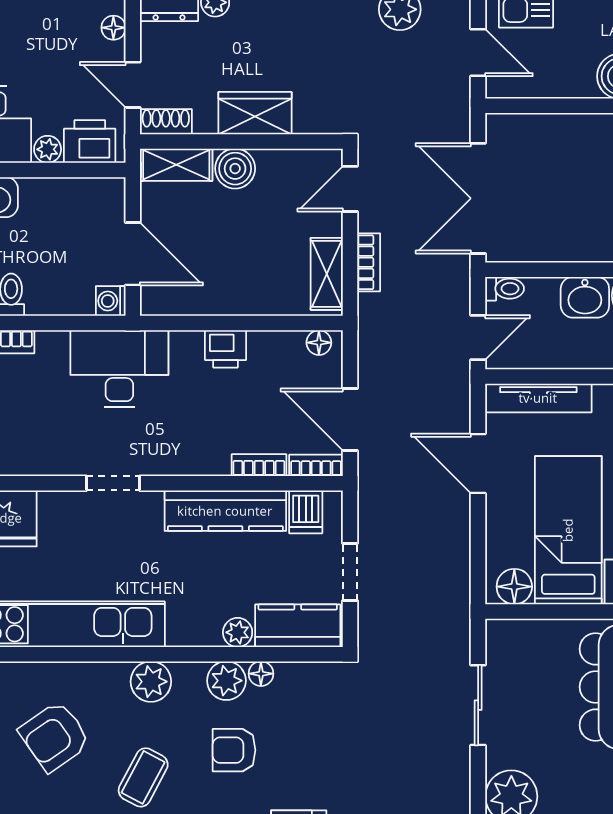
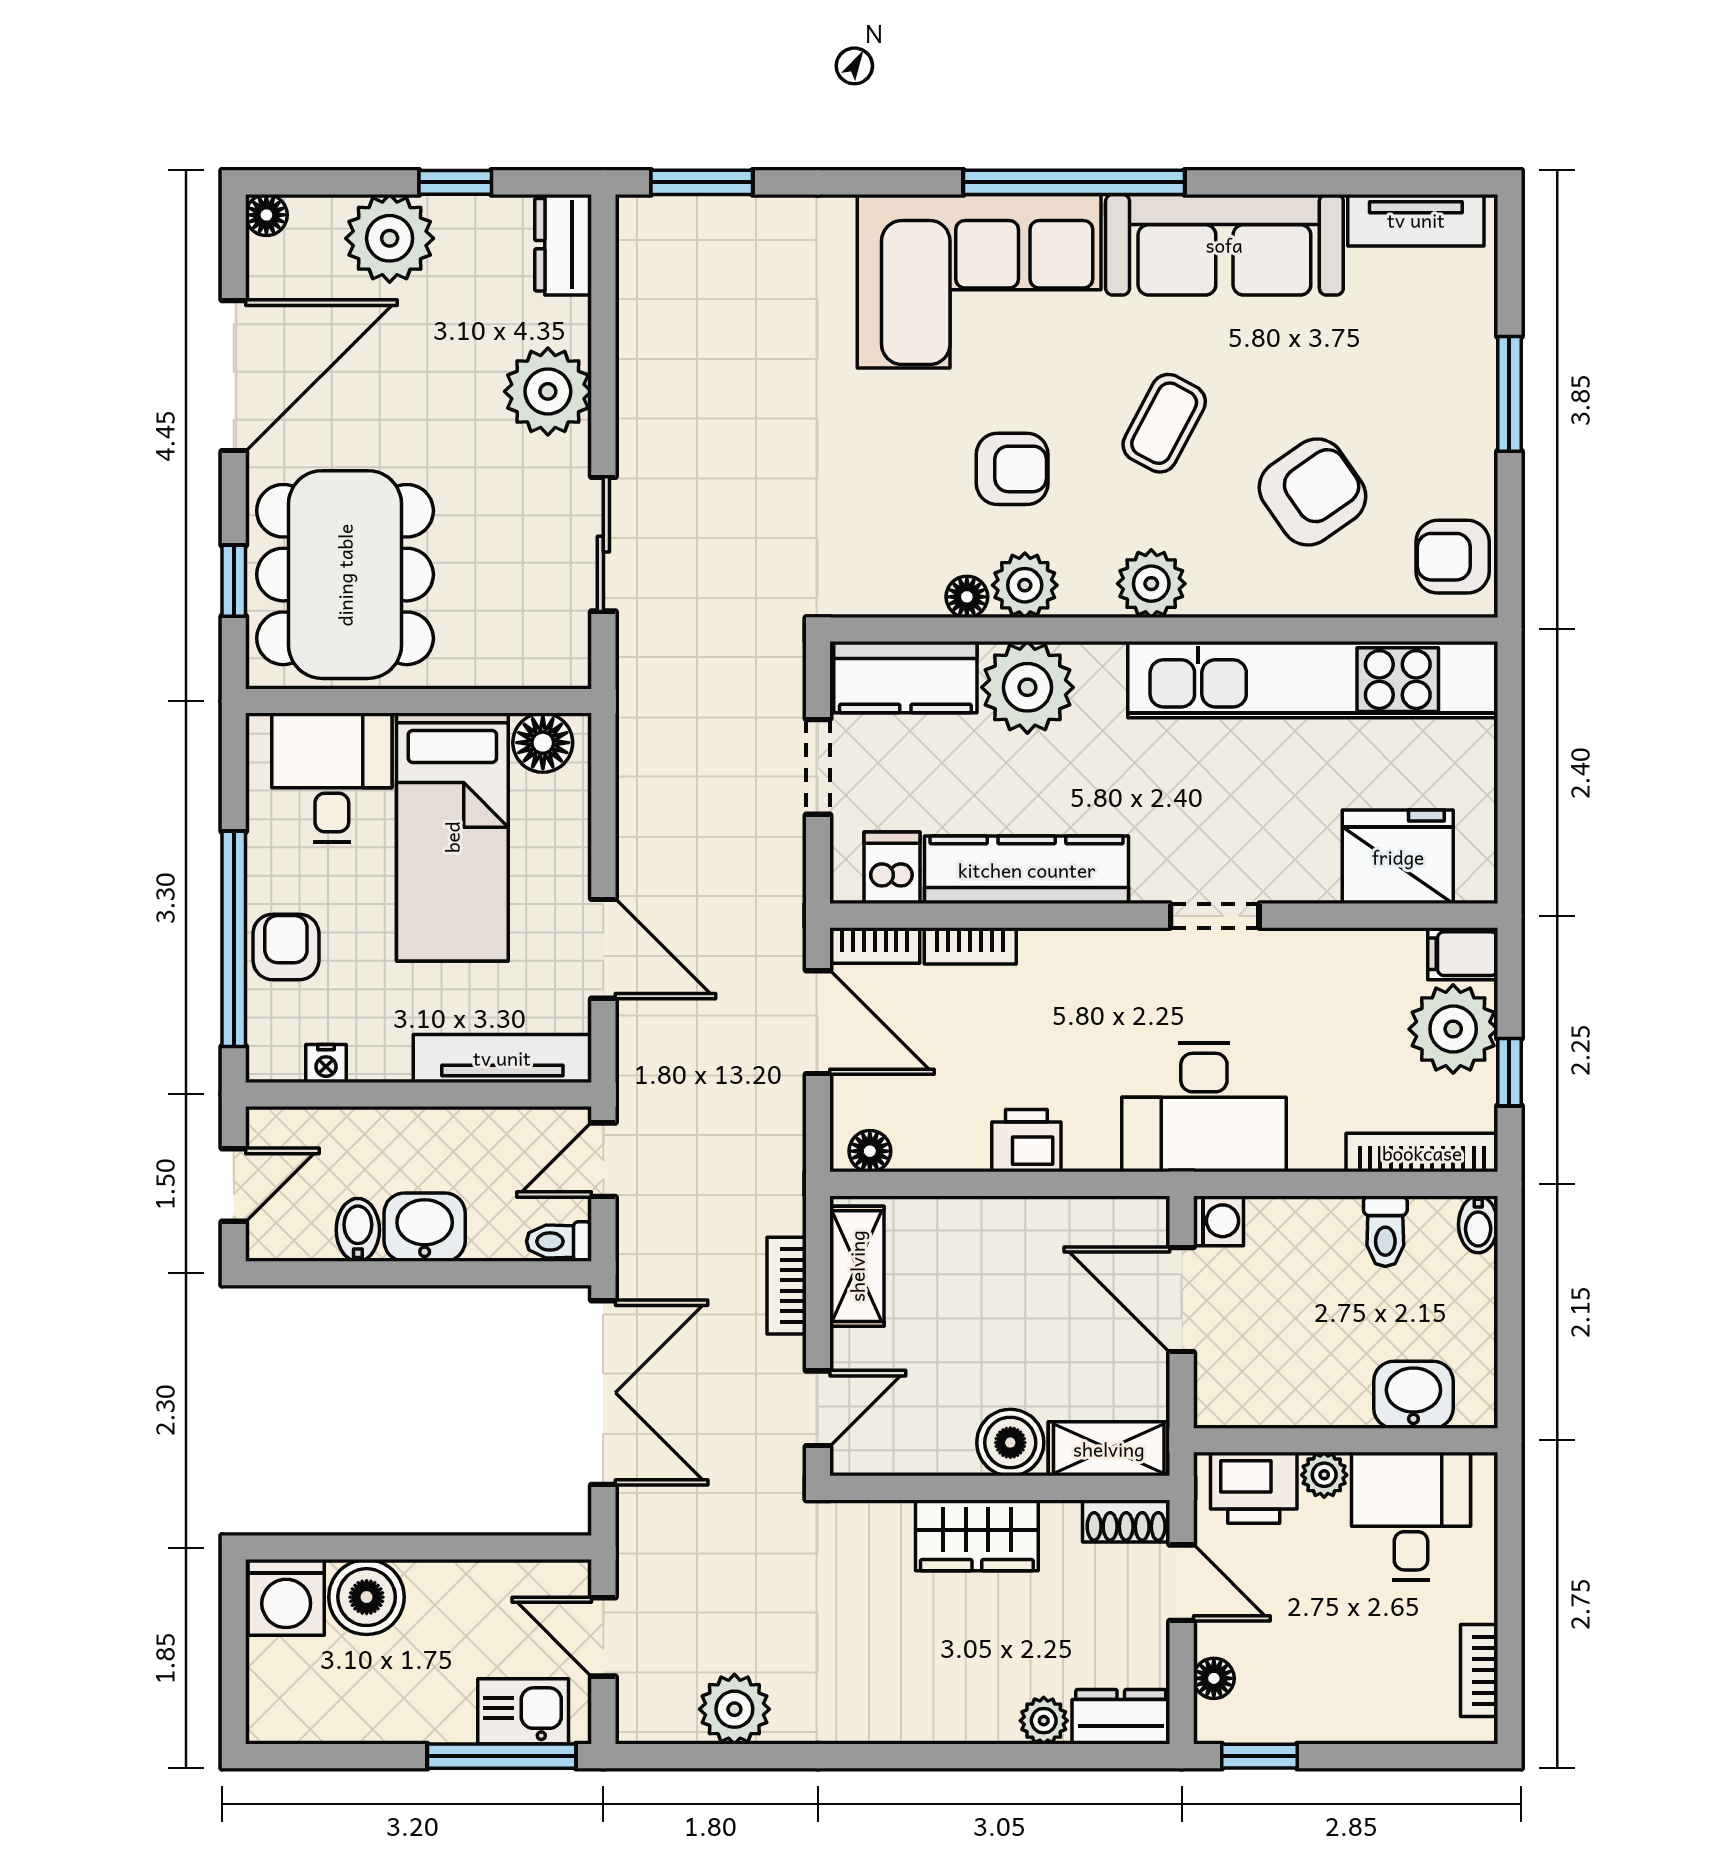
plant: (238, 632) -> (1027, 687), width x1.88, depth x1.88

